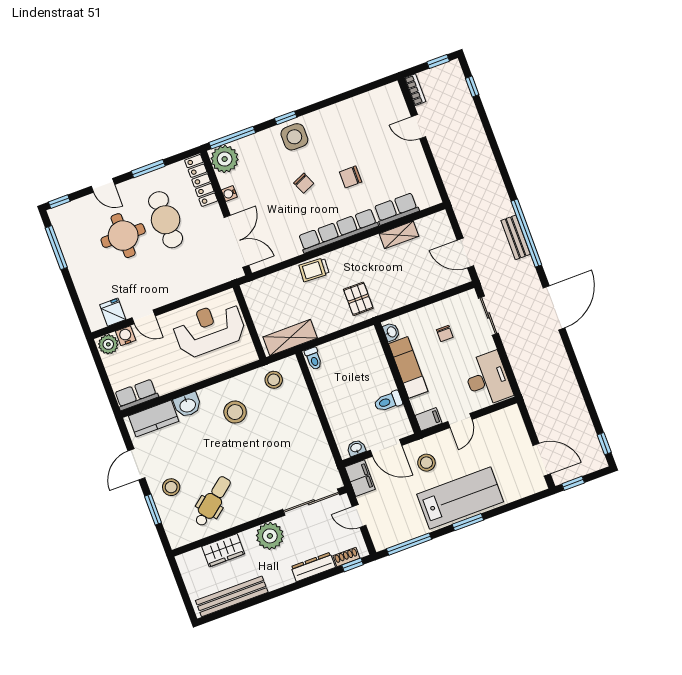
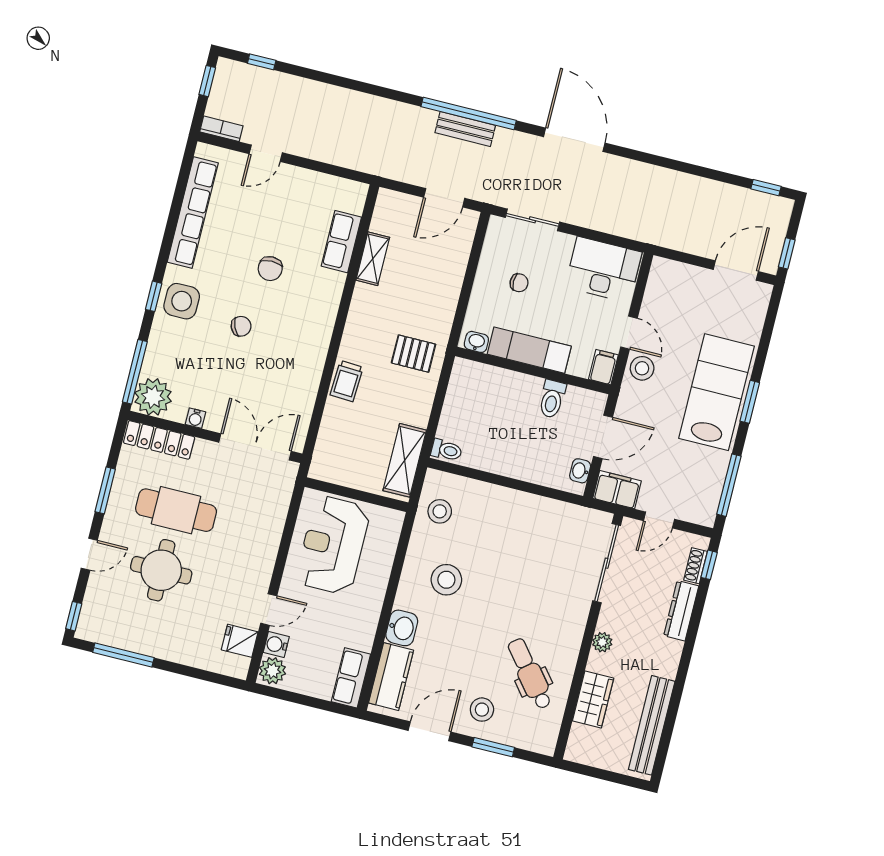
row of seats: (338, 231) -> (193, 213), moved, turned 180
stool: (426, 463) -> (642, 368), moved
door: (136, 464) -> (430, 731), swing flipped
plant: (270, 536) -> (602, 642), width x0.53, depth x0.53

